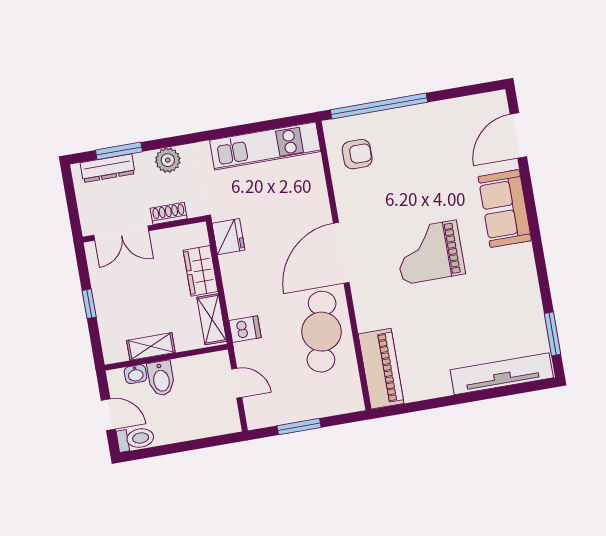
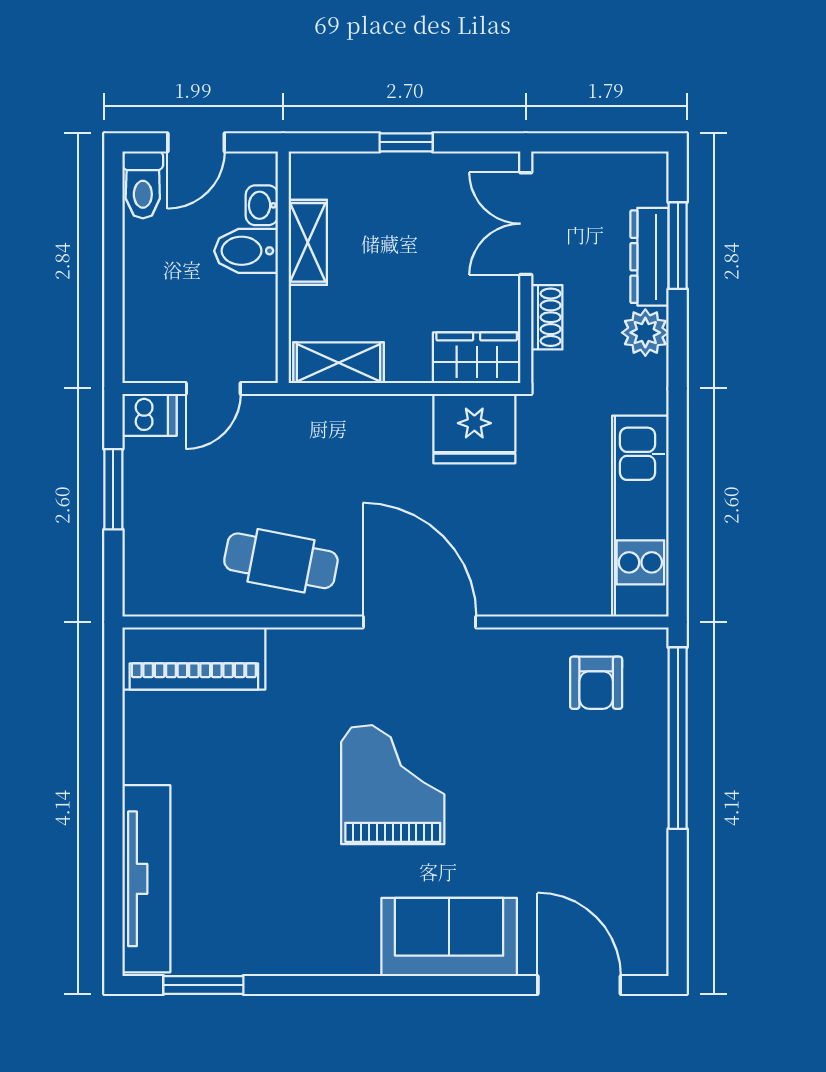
dresser: (108, 168) -> (650, 257), moved
fridge: (228, 237) -> (474, 429), width x1.36, depth x1.34
wardrobe: (201, 271) -> (477, 358), moved
dishwasher: (245, 329) -> (149, 415), moved, turned -90
cafe table: (322, 332) -> (281, 561), width x0.73, depth x0.74

